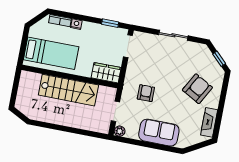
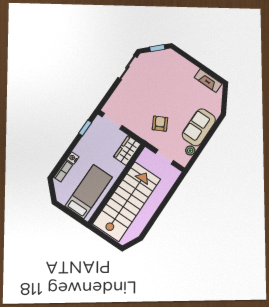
sliding door: (173, 35) -> (127, 67), moved
armchair: (197, 89) -> (175, 78), removed
stairs: (68, 90) -> (127, 201), width x1.36, depth x1.51
armchair: (146, 93) -> (160, 124), turned 62
plant: (120, 131) -> (190, 151), moved

